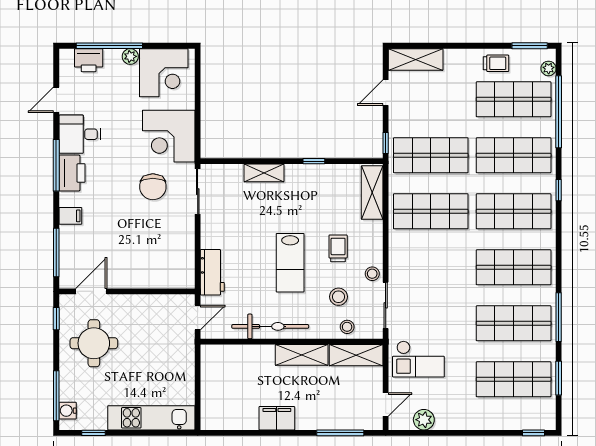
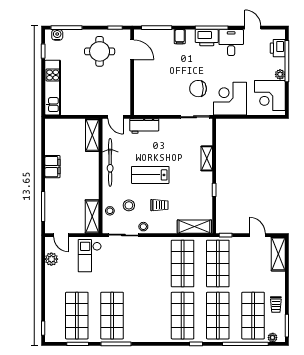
shop shelf: (514, 267) -> (147, 316), removed
shelving: (302, 355) -> (92, 135), moved

